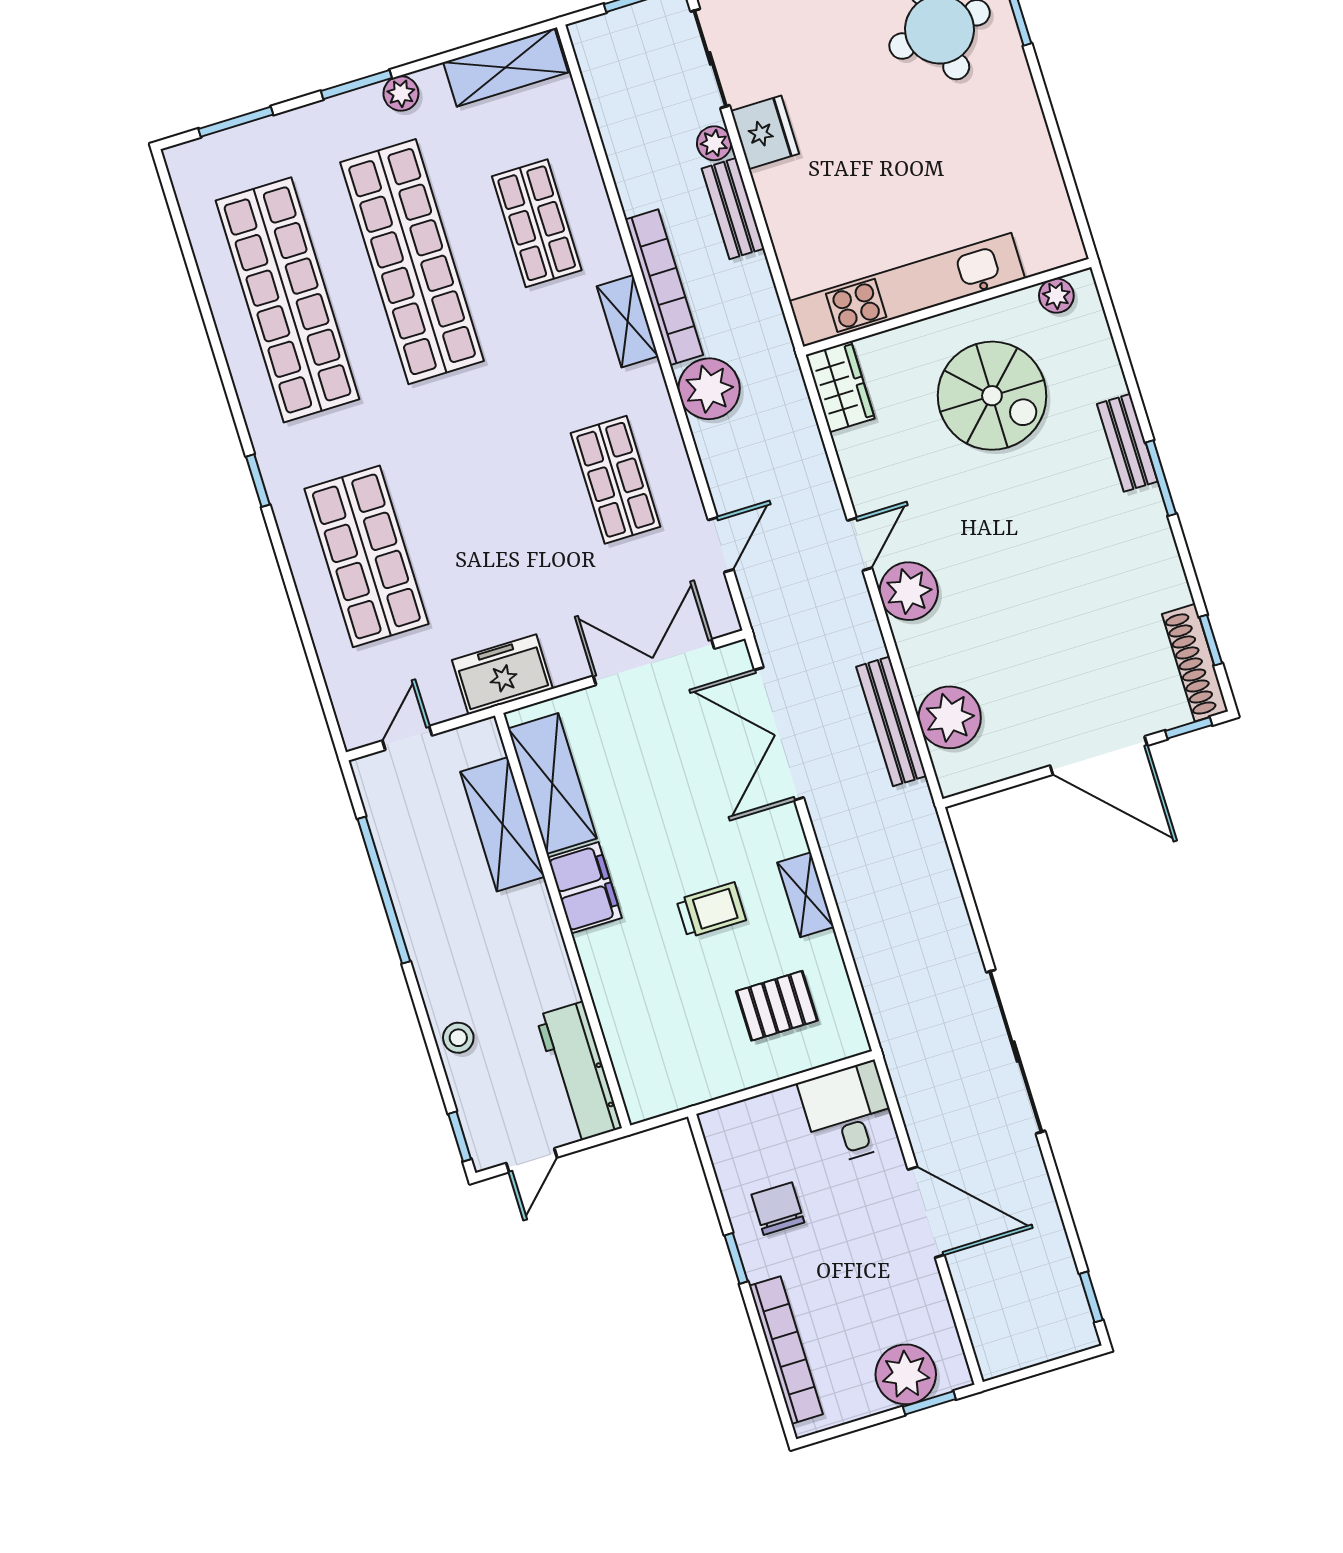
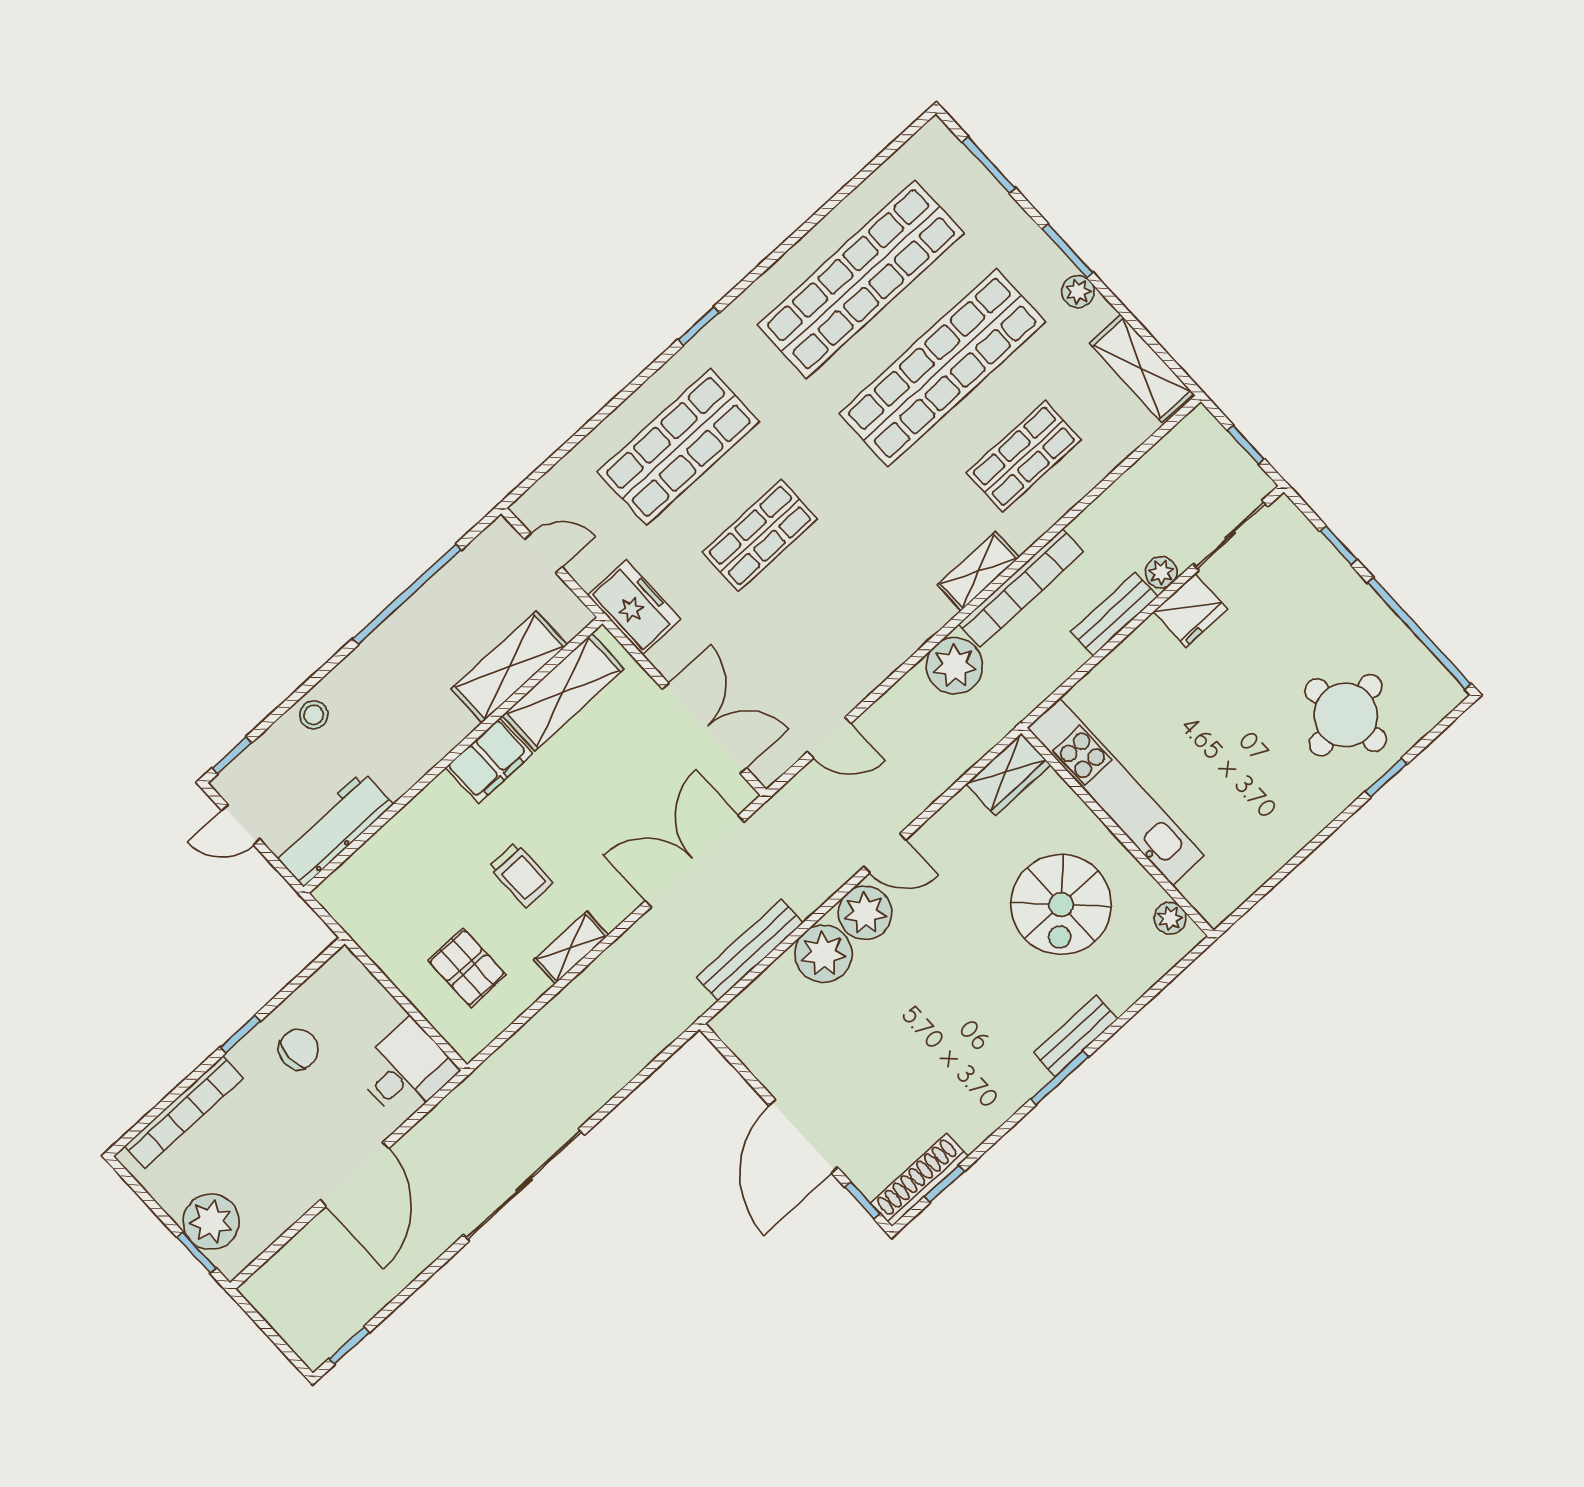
shop shelf: (616, 480) -> (760, 536), moved
plant: (950, 717) -> (823, 954), moved

